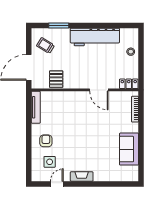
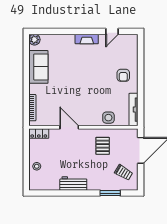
workbench: (95, 37) -> (73, 183), width x0.53, depth x0.76
pallet: (56, 79) -> (103, 146), moved
side table: (50, 162) -> (108, 118), moved
plant: (133, 176) -> (34, 40), added

